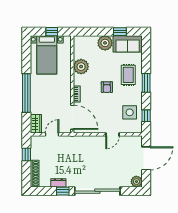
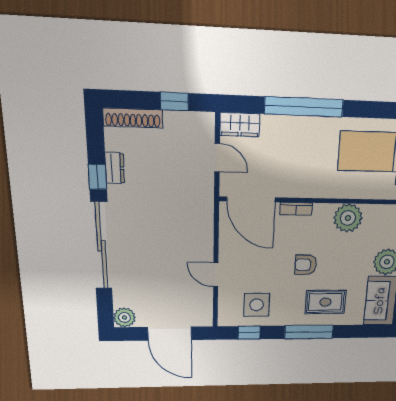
window: (146, 83) -> (309, 332), width x1.44
door: (72, 117) -> (251, 199), hinge flipped

